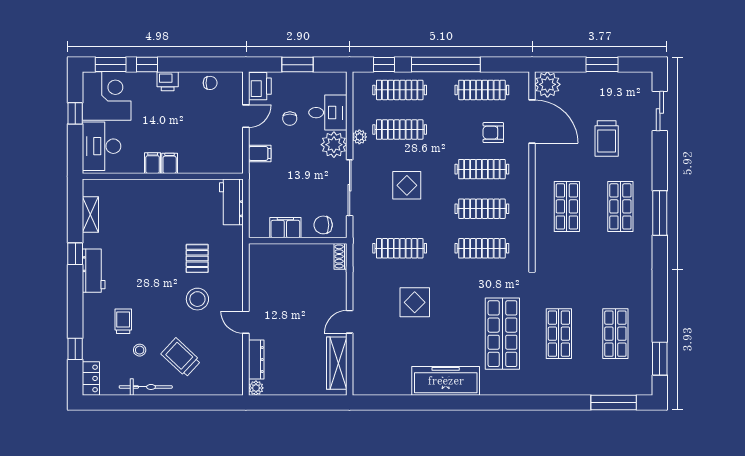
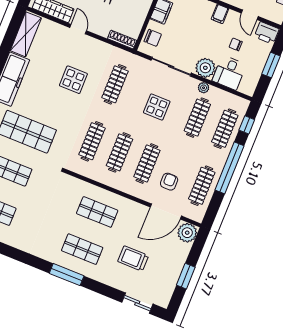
chair: (323, 225) -> (153, 38), turned 90
shoe rack: (341, 256) -> (122, 40), width x1.43
shelving: (382, 384) -> (26, 34), added

